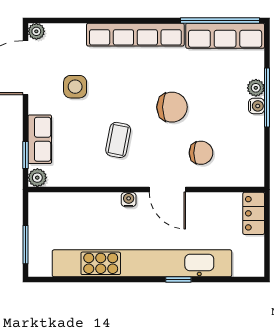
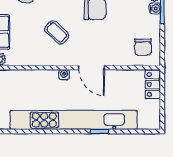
coffee table: (118, 140) -> (57, 32), turned -58
chair: (201, 153) -> (143, 47), moved, turned 90

